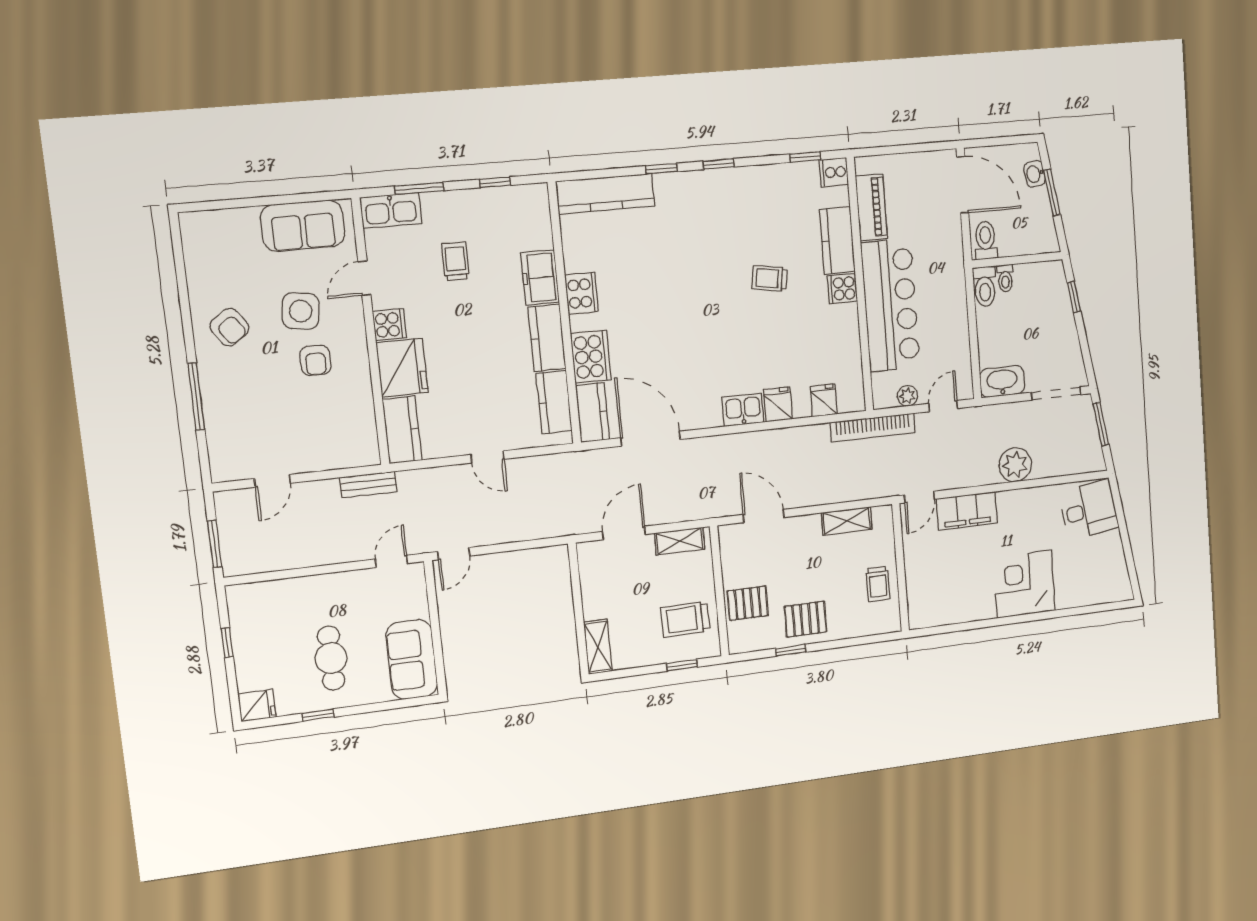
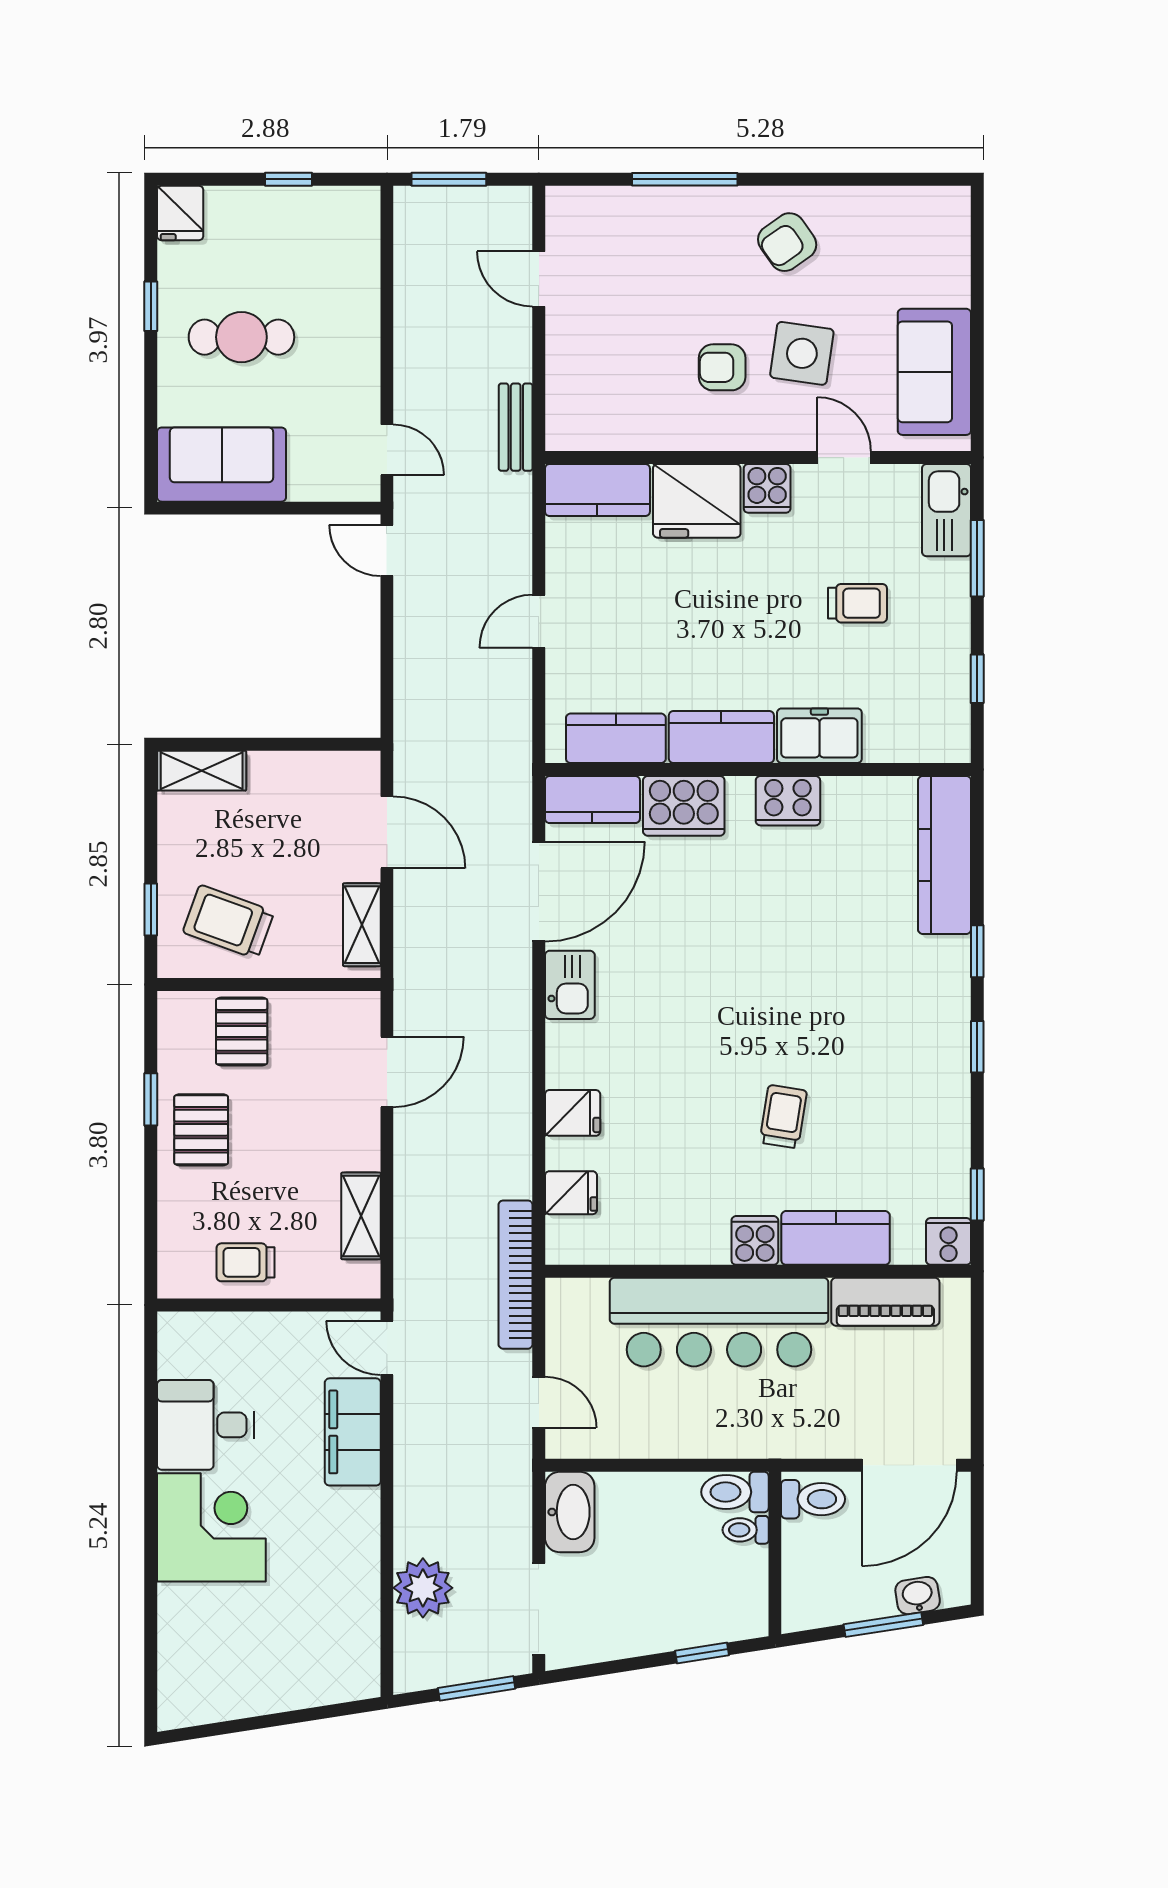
plant: (907, 396) -> (563, 1340), removed
kitchen sink: (743, 410) -> (570, 985), moved
plant: (1015, 465) -> (423, 1588), moved
desk: (1089, 510) -> (206, 1425), moved, turned 99
trolley: (685, 619) -> (228, 922), turned -69

